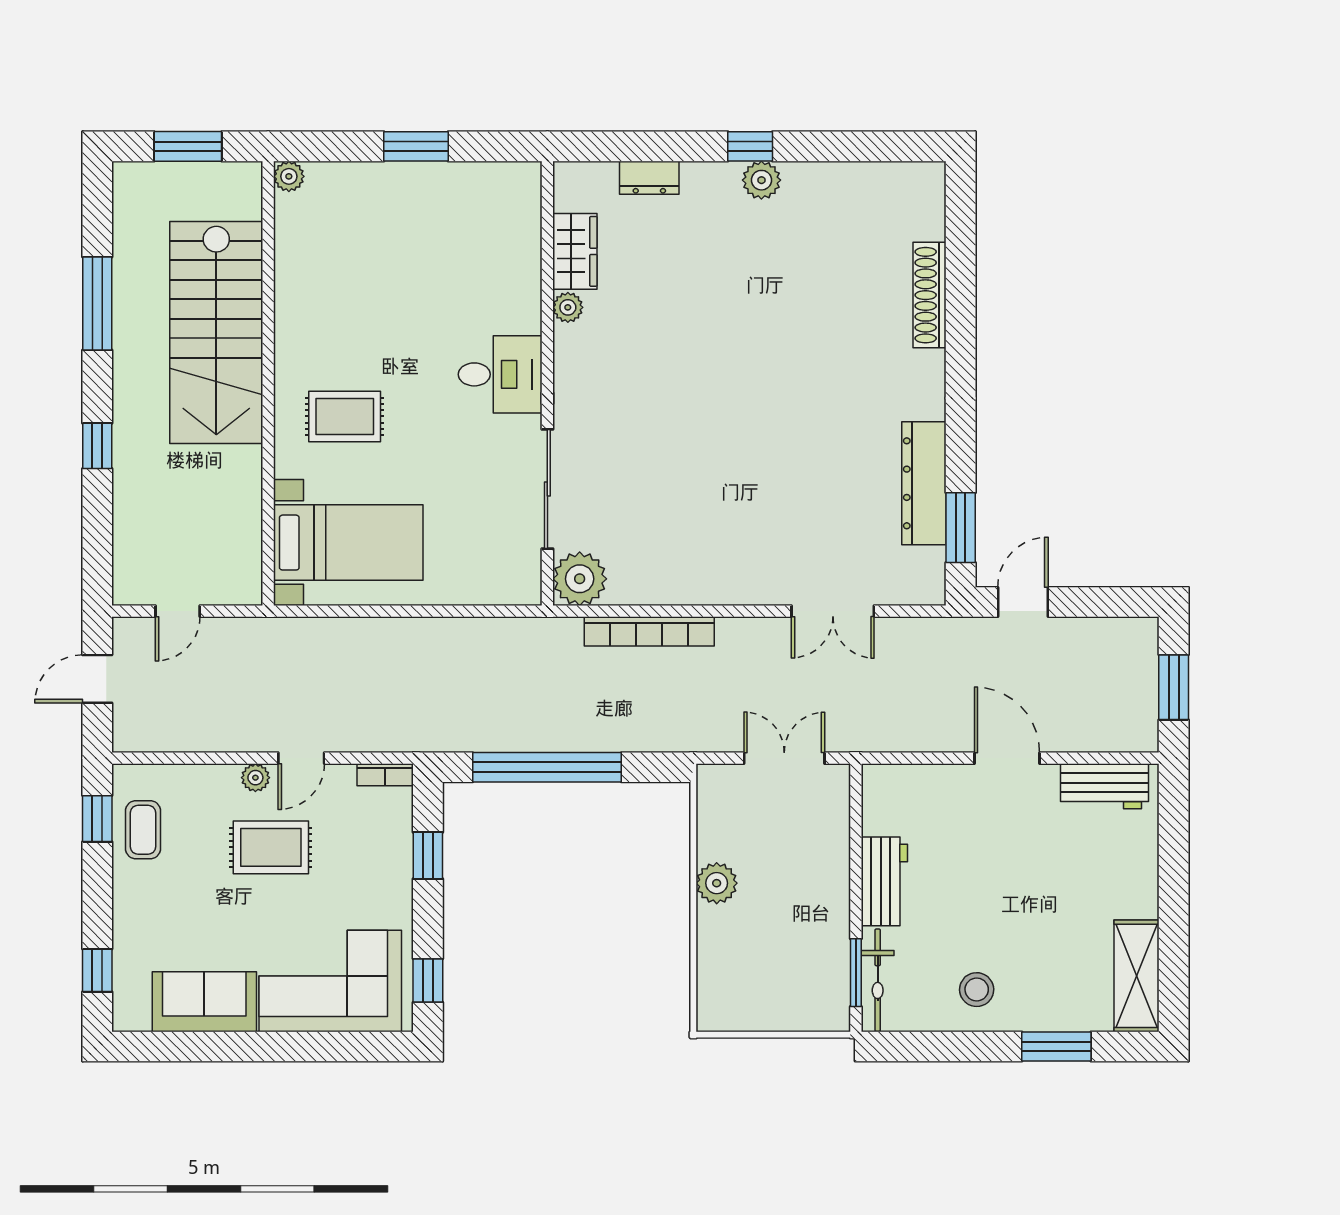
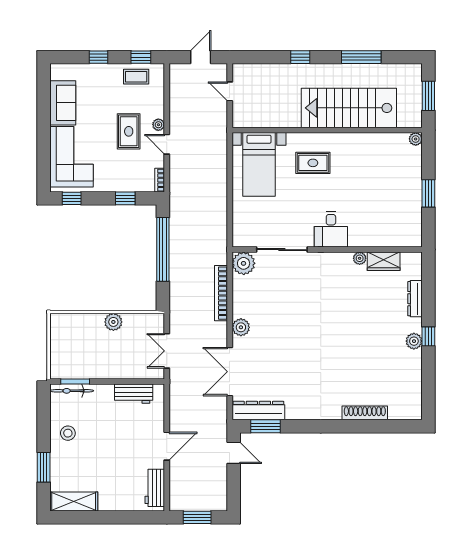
dresser: (649, 178) -> (415, 299), width x1.44
rug: (345, 416) -> (313, 163), turned 90
dresser: (924, 483) -> (258, 411), moved
plant: (729, 585) -> (241, 327), added
double door: (833, 611) -> (230, 372), width x1.37
door: (97, 679) -> (201, 57), hinge flipped
double door: (784, 758) -> (167, 351), swing flipped
workbench: (884, 881) -> (134, 394), moved
window: (97, 970) -> (99, 57), moved

